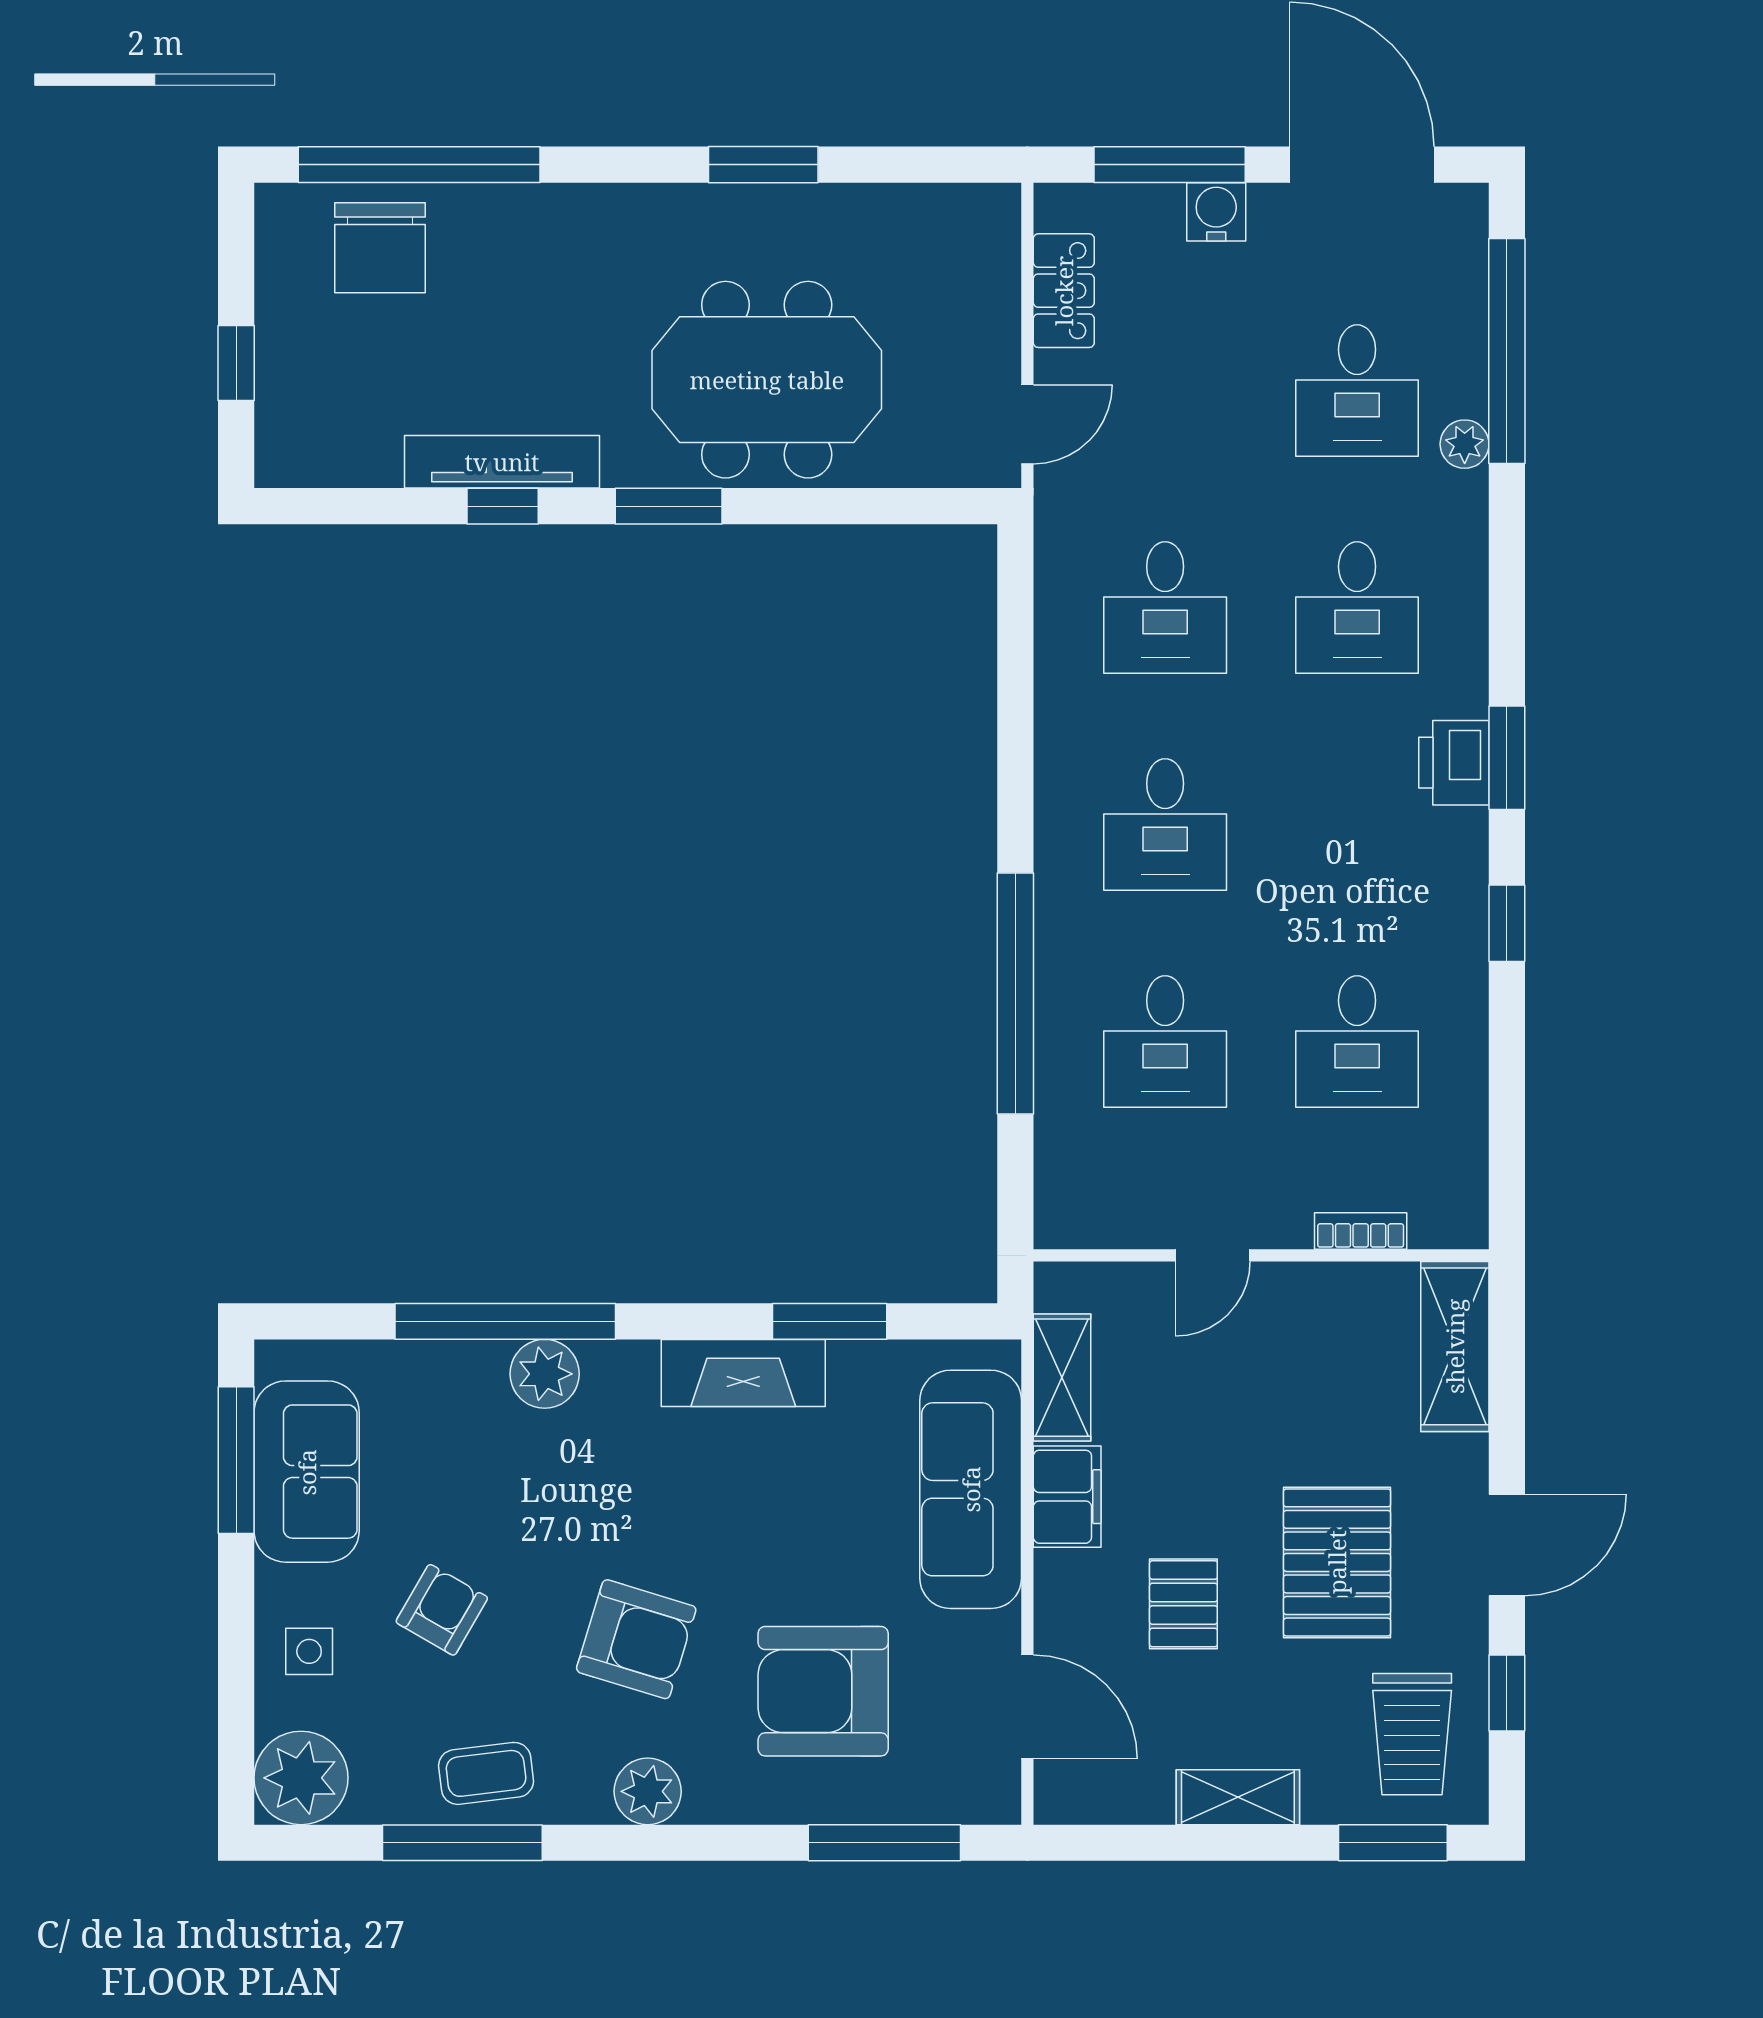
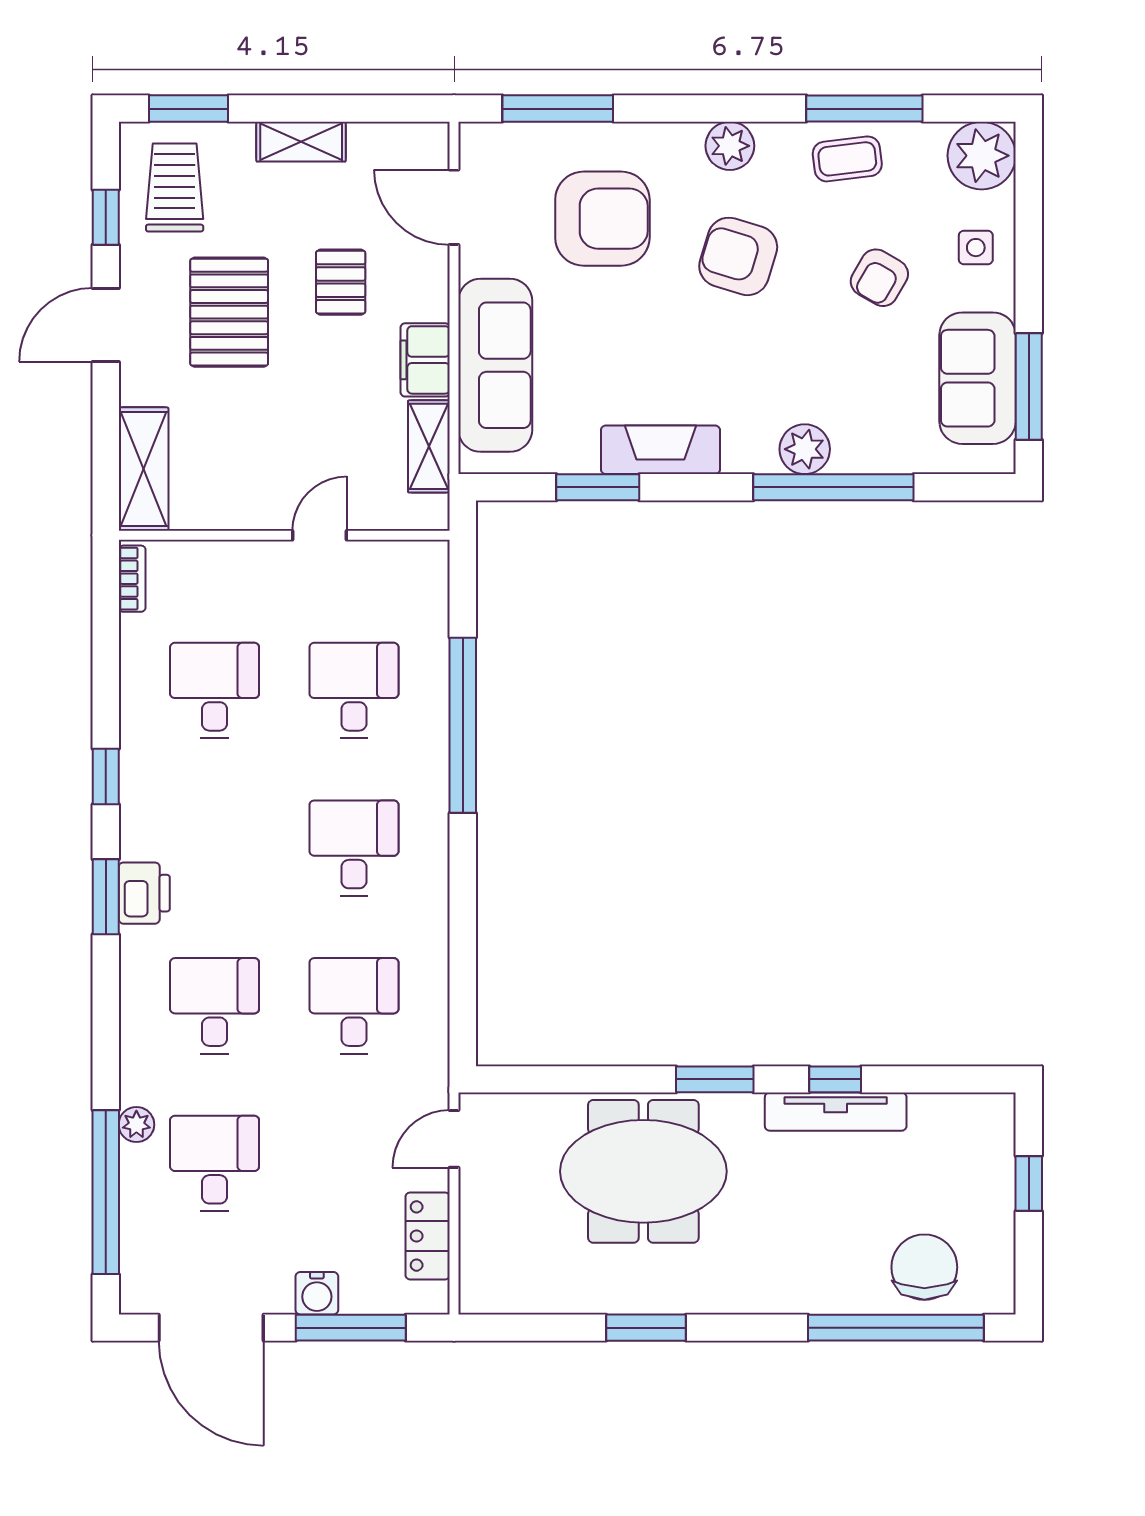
bookcase: (1361, 1231) -> (132, 579), moved, turned -90

